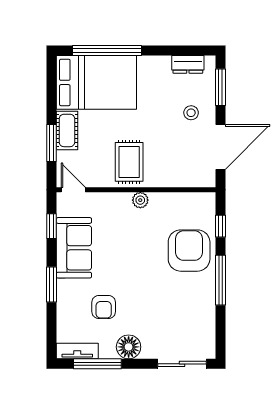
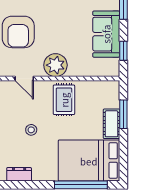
stool: (191, 113) -> (31, 130), moved
door: (73, 190) -> (24, 79), moved
plant: (140, 200) -> (55, 65), width x1.87, depth x1.87

